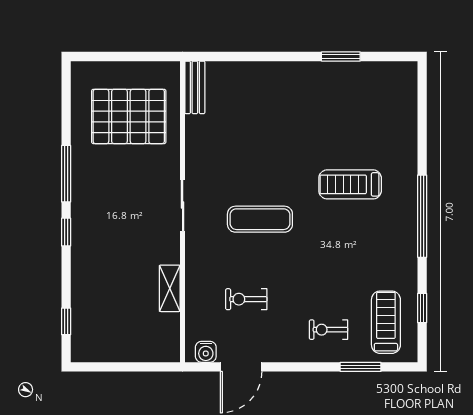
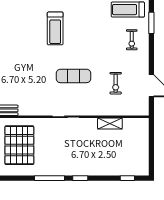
exercise mat: (260, 219) -> (74, 76), turned 90
water cooler: (206, 352) -> (143, 105), removed

